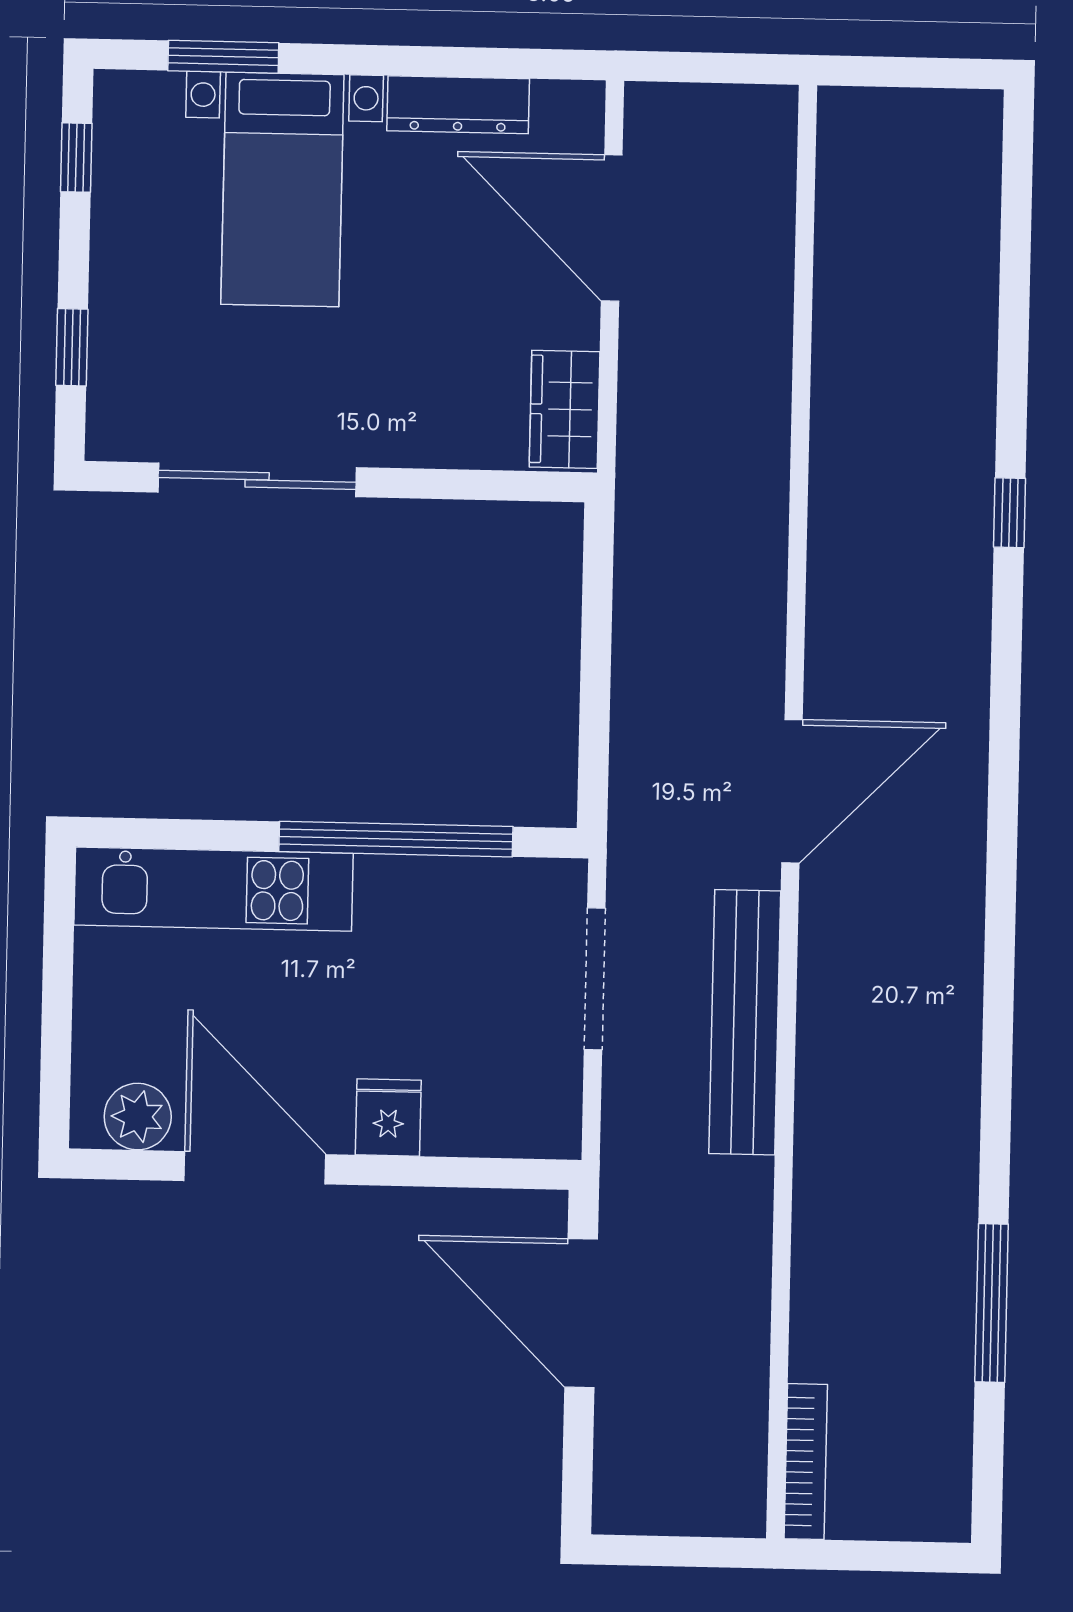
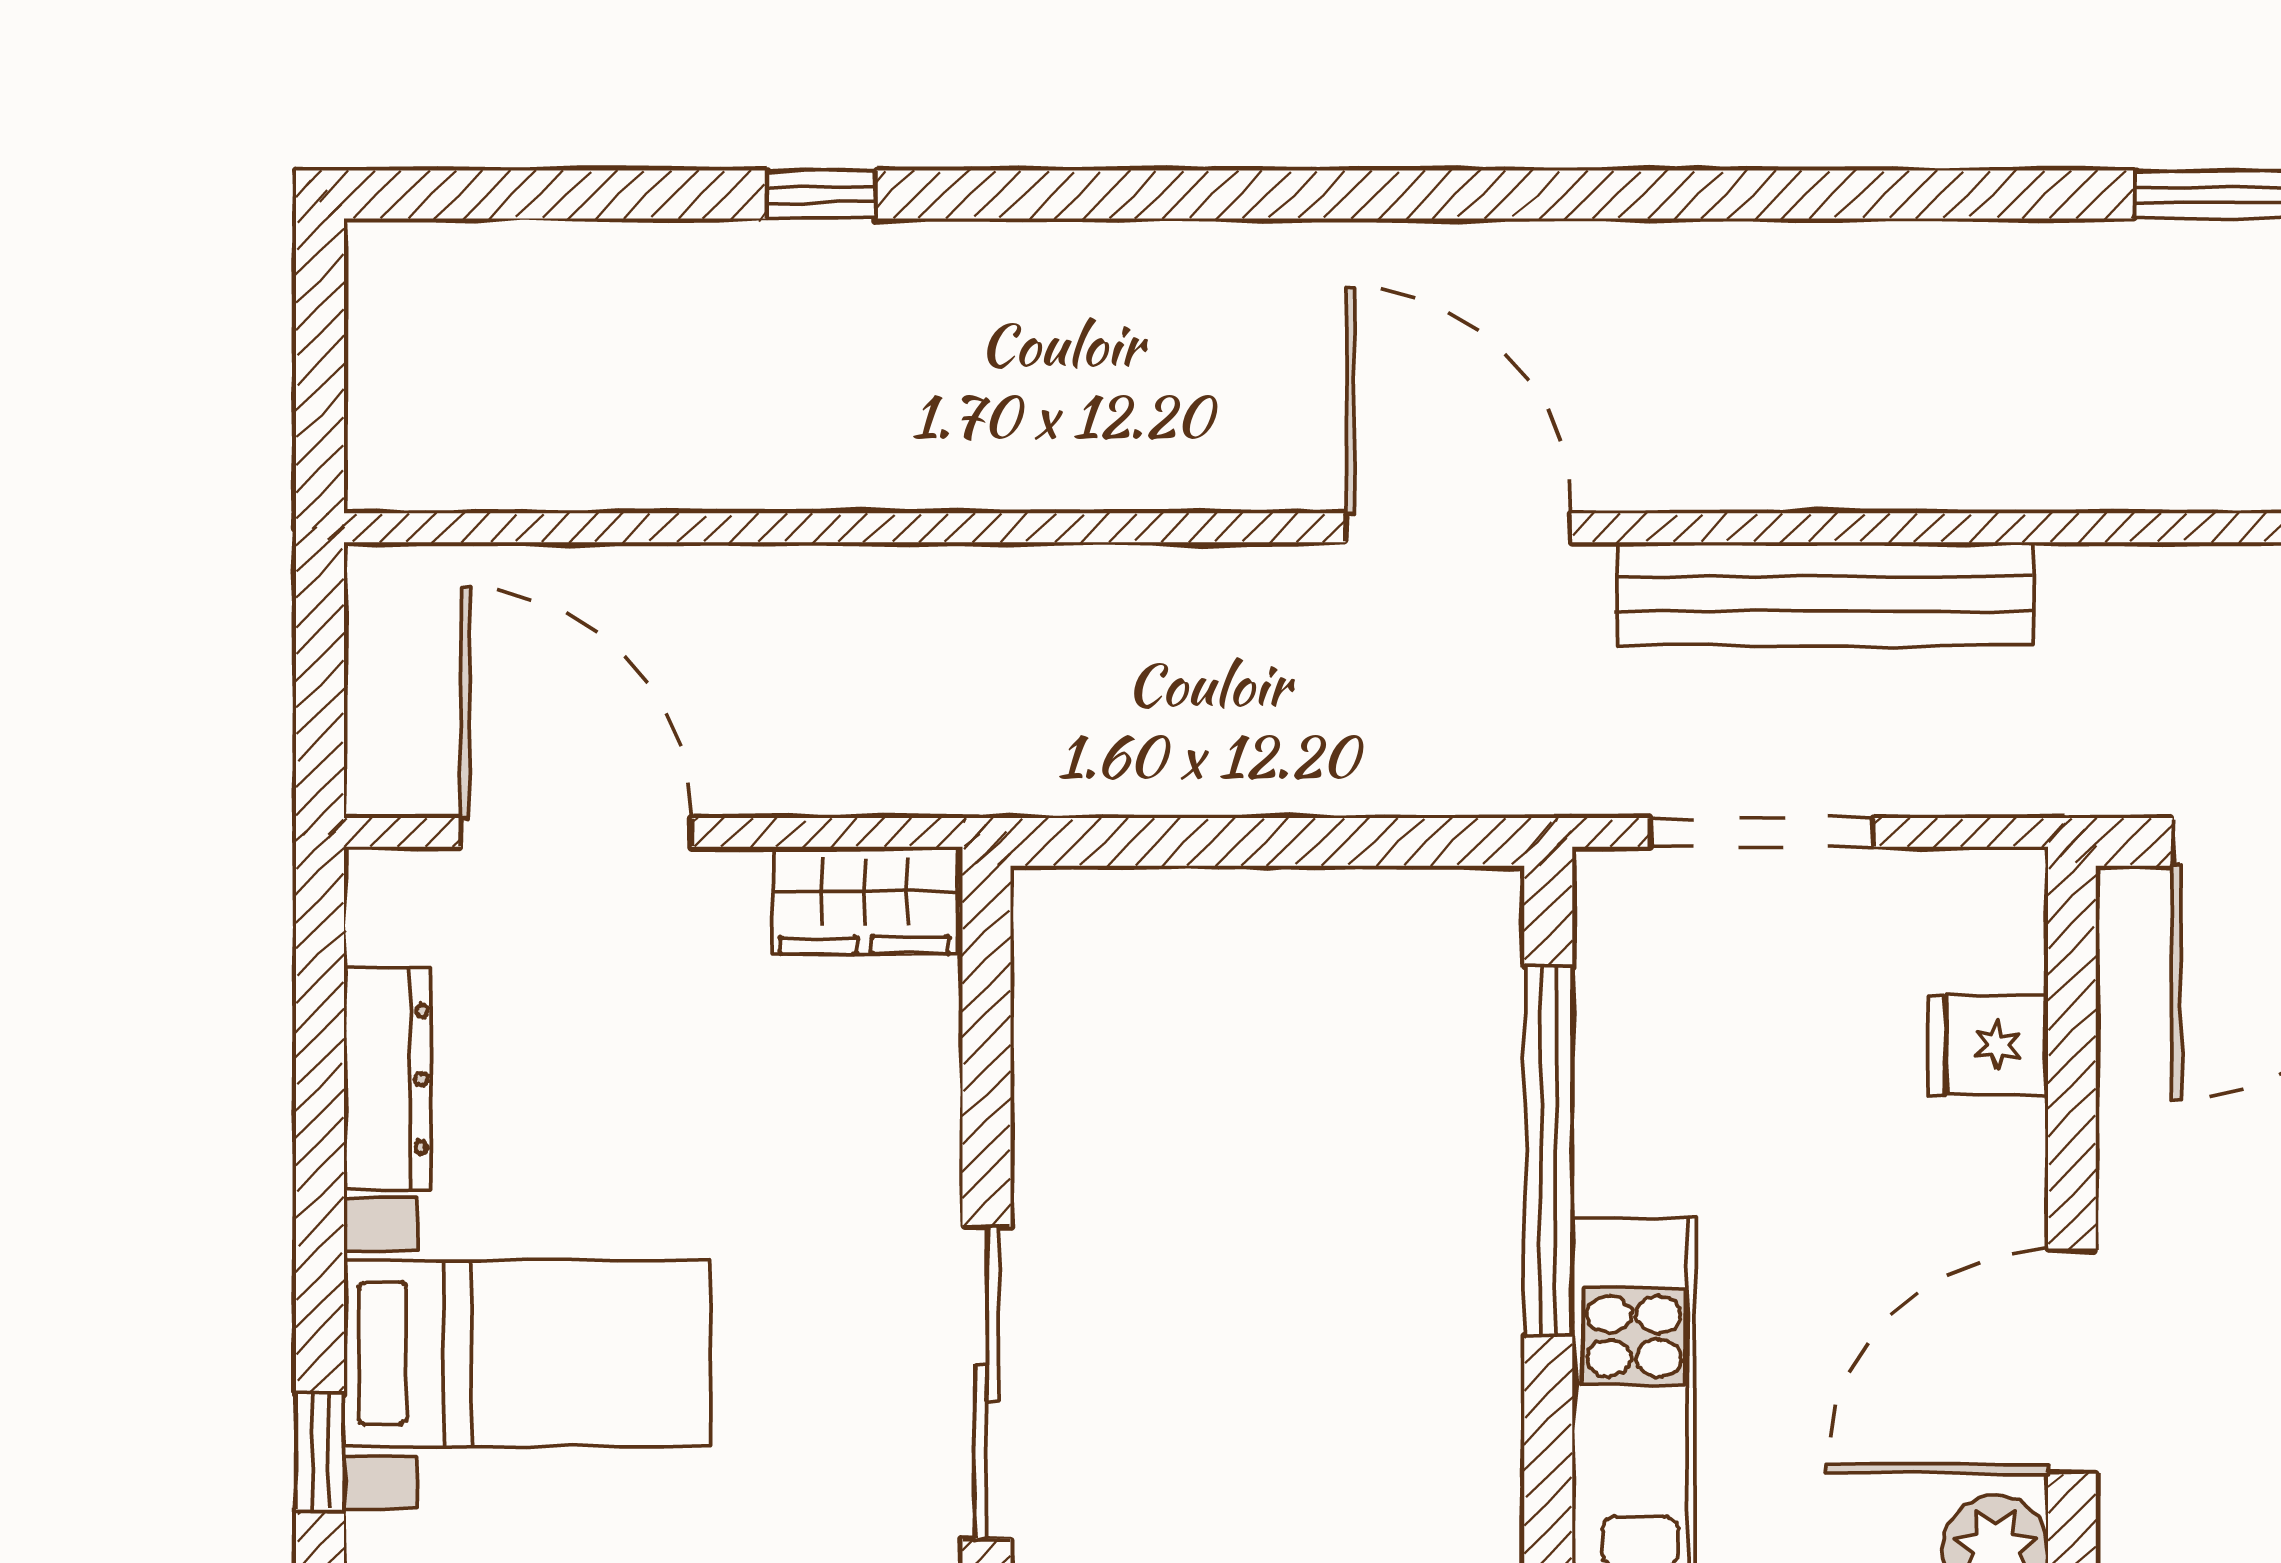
window: (223, 57) -> (320, 1451), width x0.67
door: (612, 228) -> (576, 832), swing flipped
window: (1010, 513) -> (821, 194), moved
fridge: (388, 1117) -> (1988, 1045), moved

